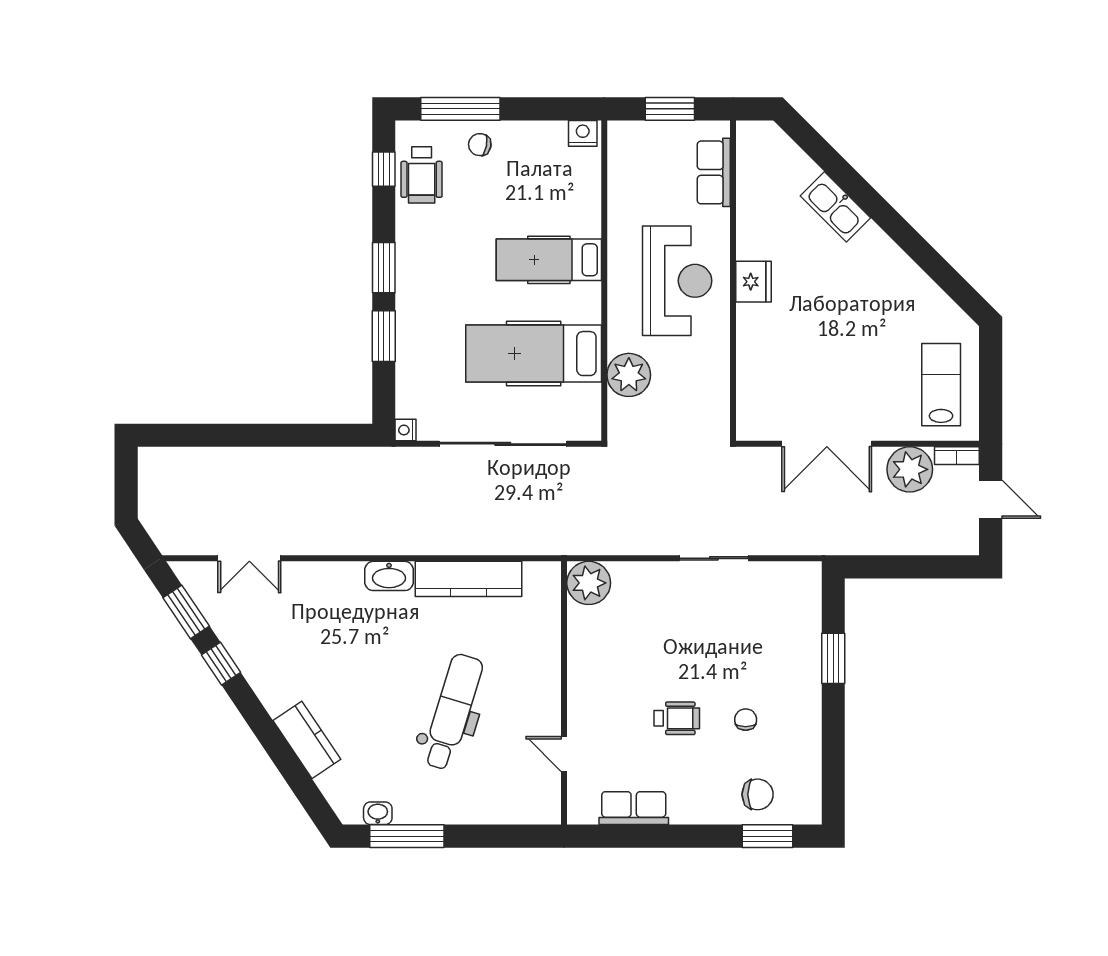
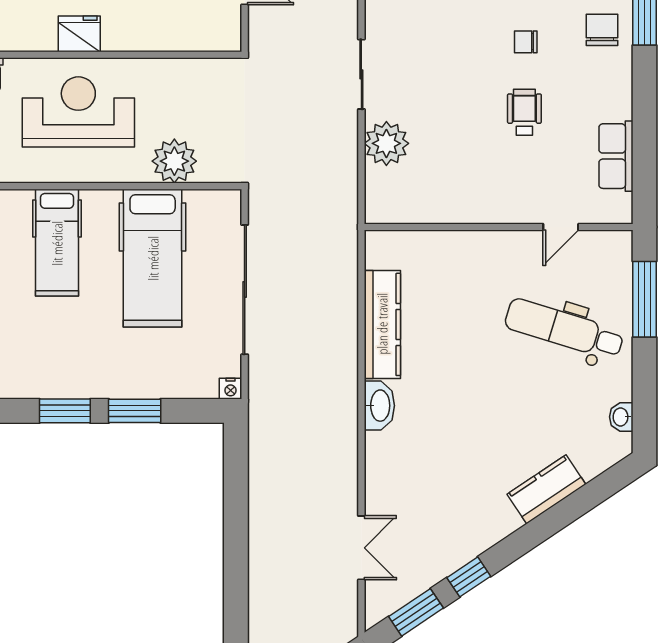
plant: (589, 583) -> (386, 143), moved
dental chair: (453, 712) -> (564, 329), moved
window: (407, 836) -> (644, 299), moved

